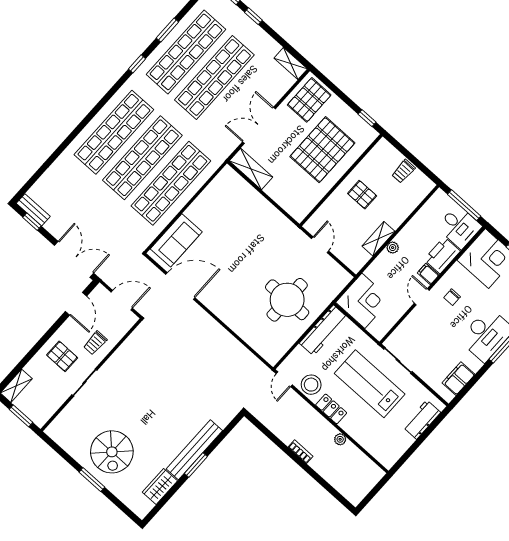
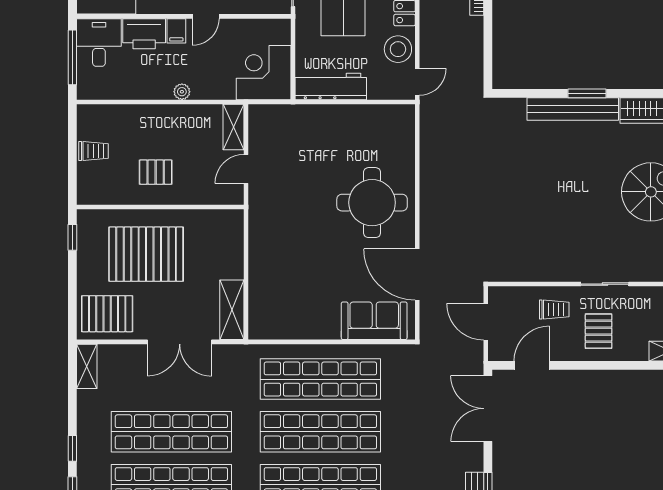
pallet: (362, 195) -> (156, 172), turned 90
shelving: (378, 239) -> (233, 127), moved, turned 90
round table: (287, 300) -> (372, 203), moved

